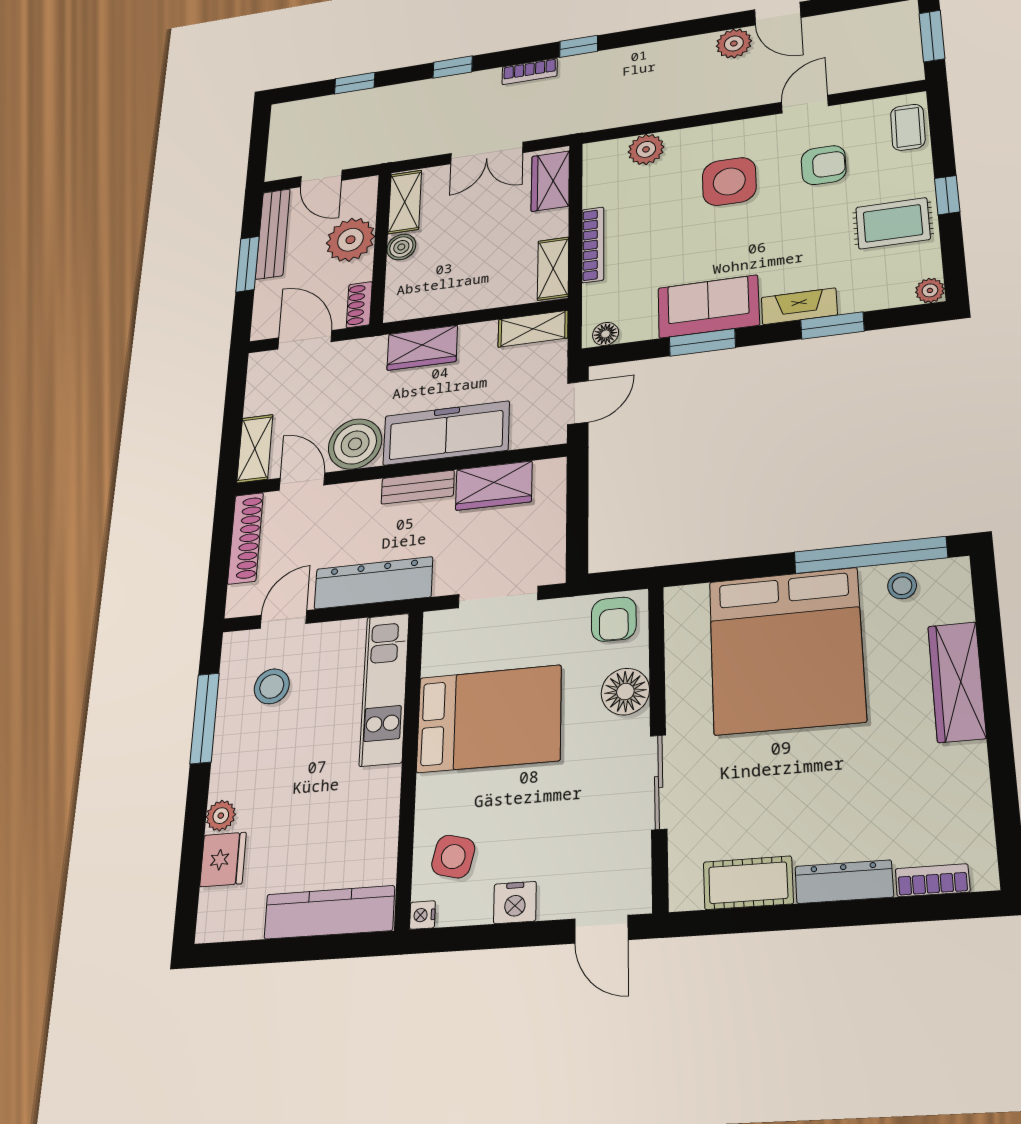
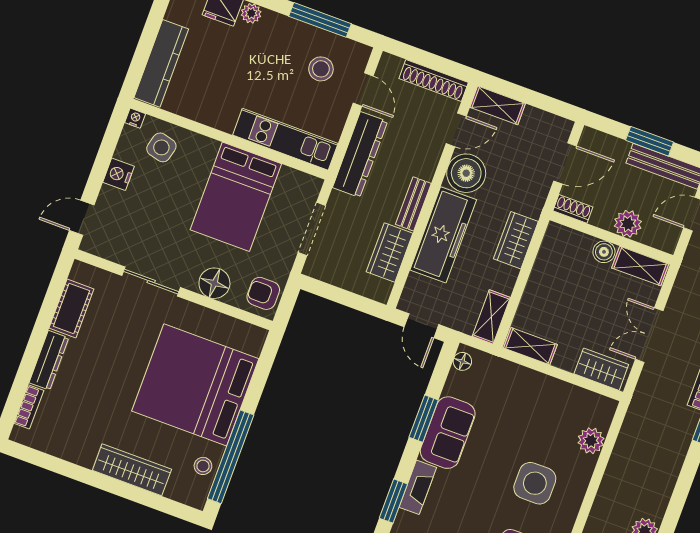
plant: (350, 240) -> (628, 224), width x0.73, depth x0.73
bookcase: (593, 245) -> (535, 378), removed

